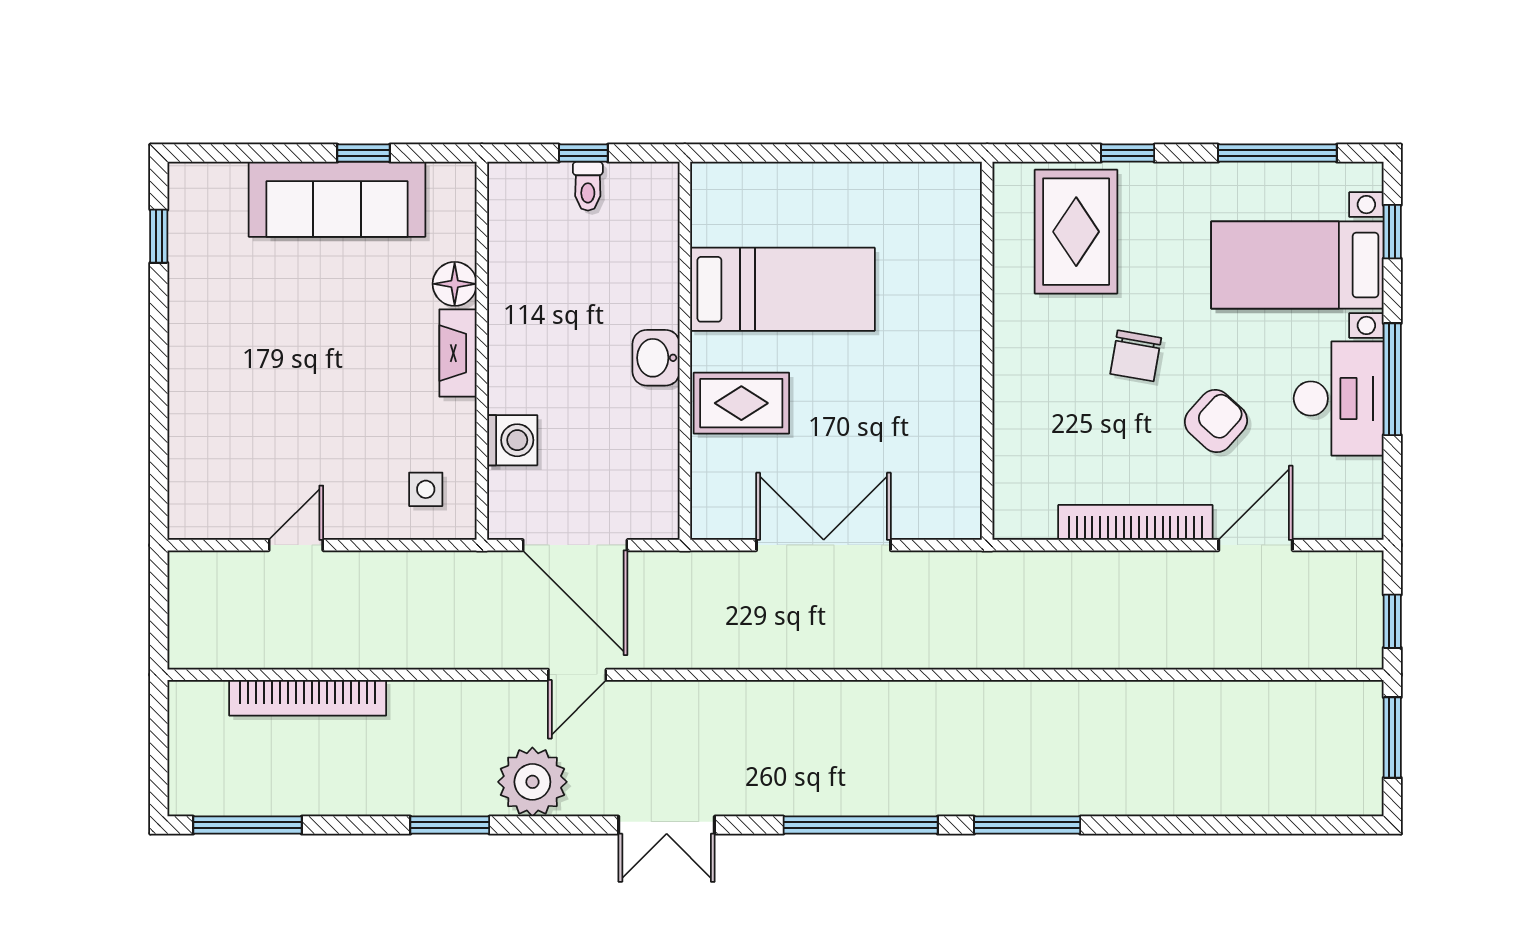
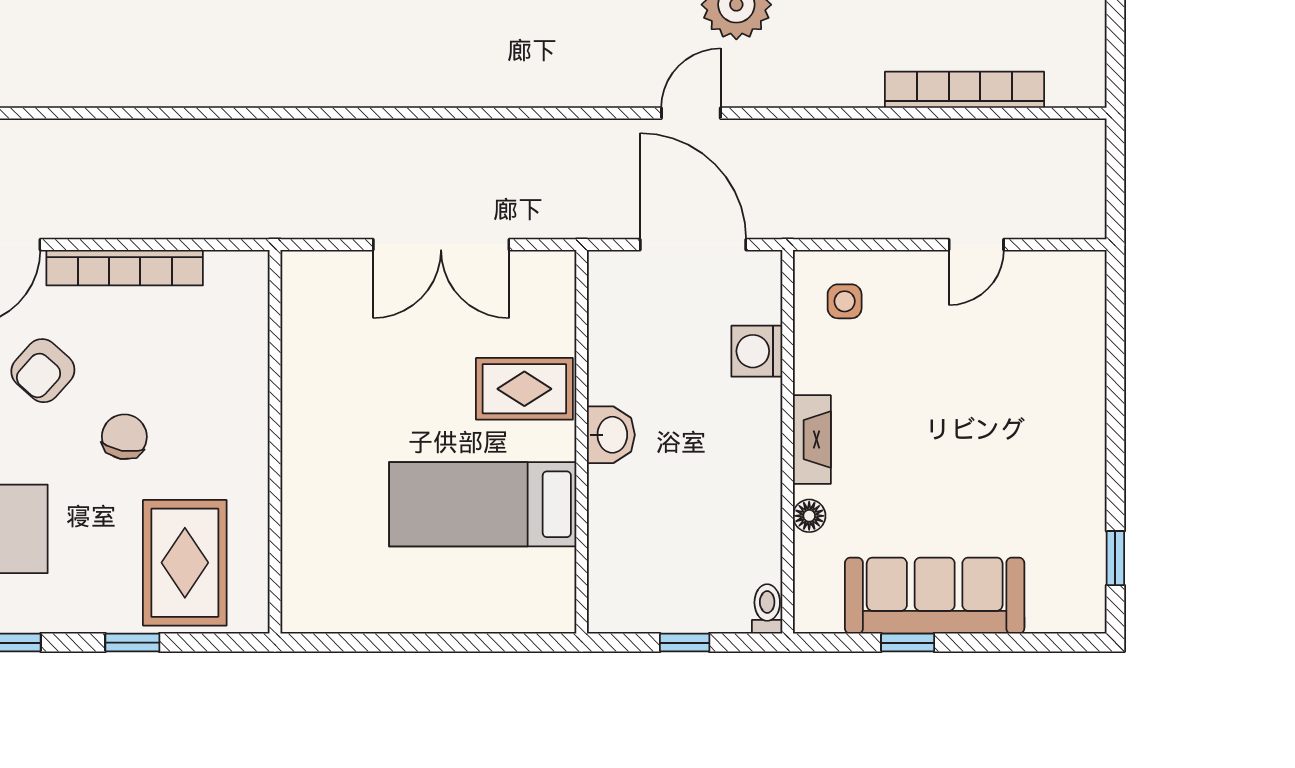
toilet: (588, 186) -> (767, 609), moved
floor lamp: (455, 284) -> (809, 516), width x0.73, depth x0.73

